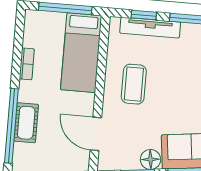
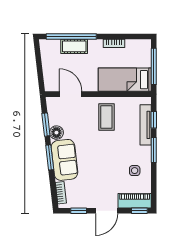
coffee table: (134, 84) -> (106, 117), turned 90
door: (96, 134) -> (71, 94), hinge flipped

